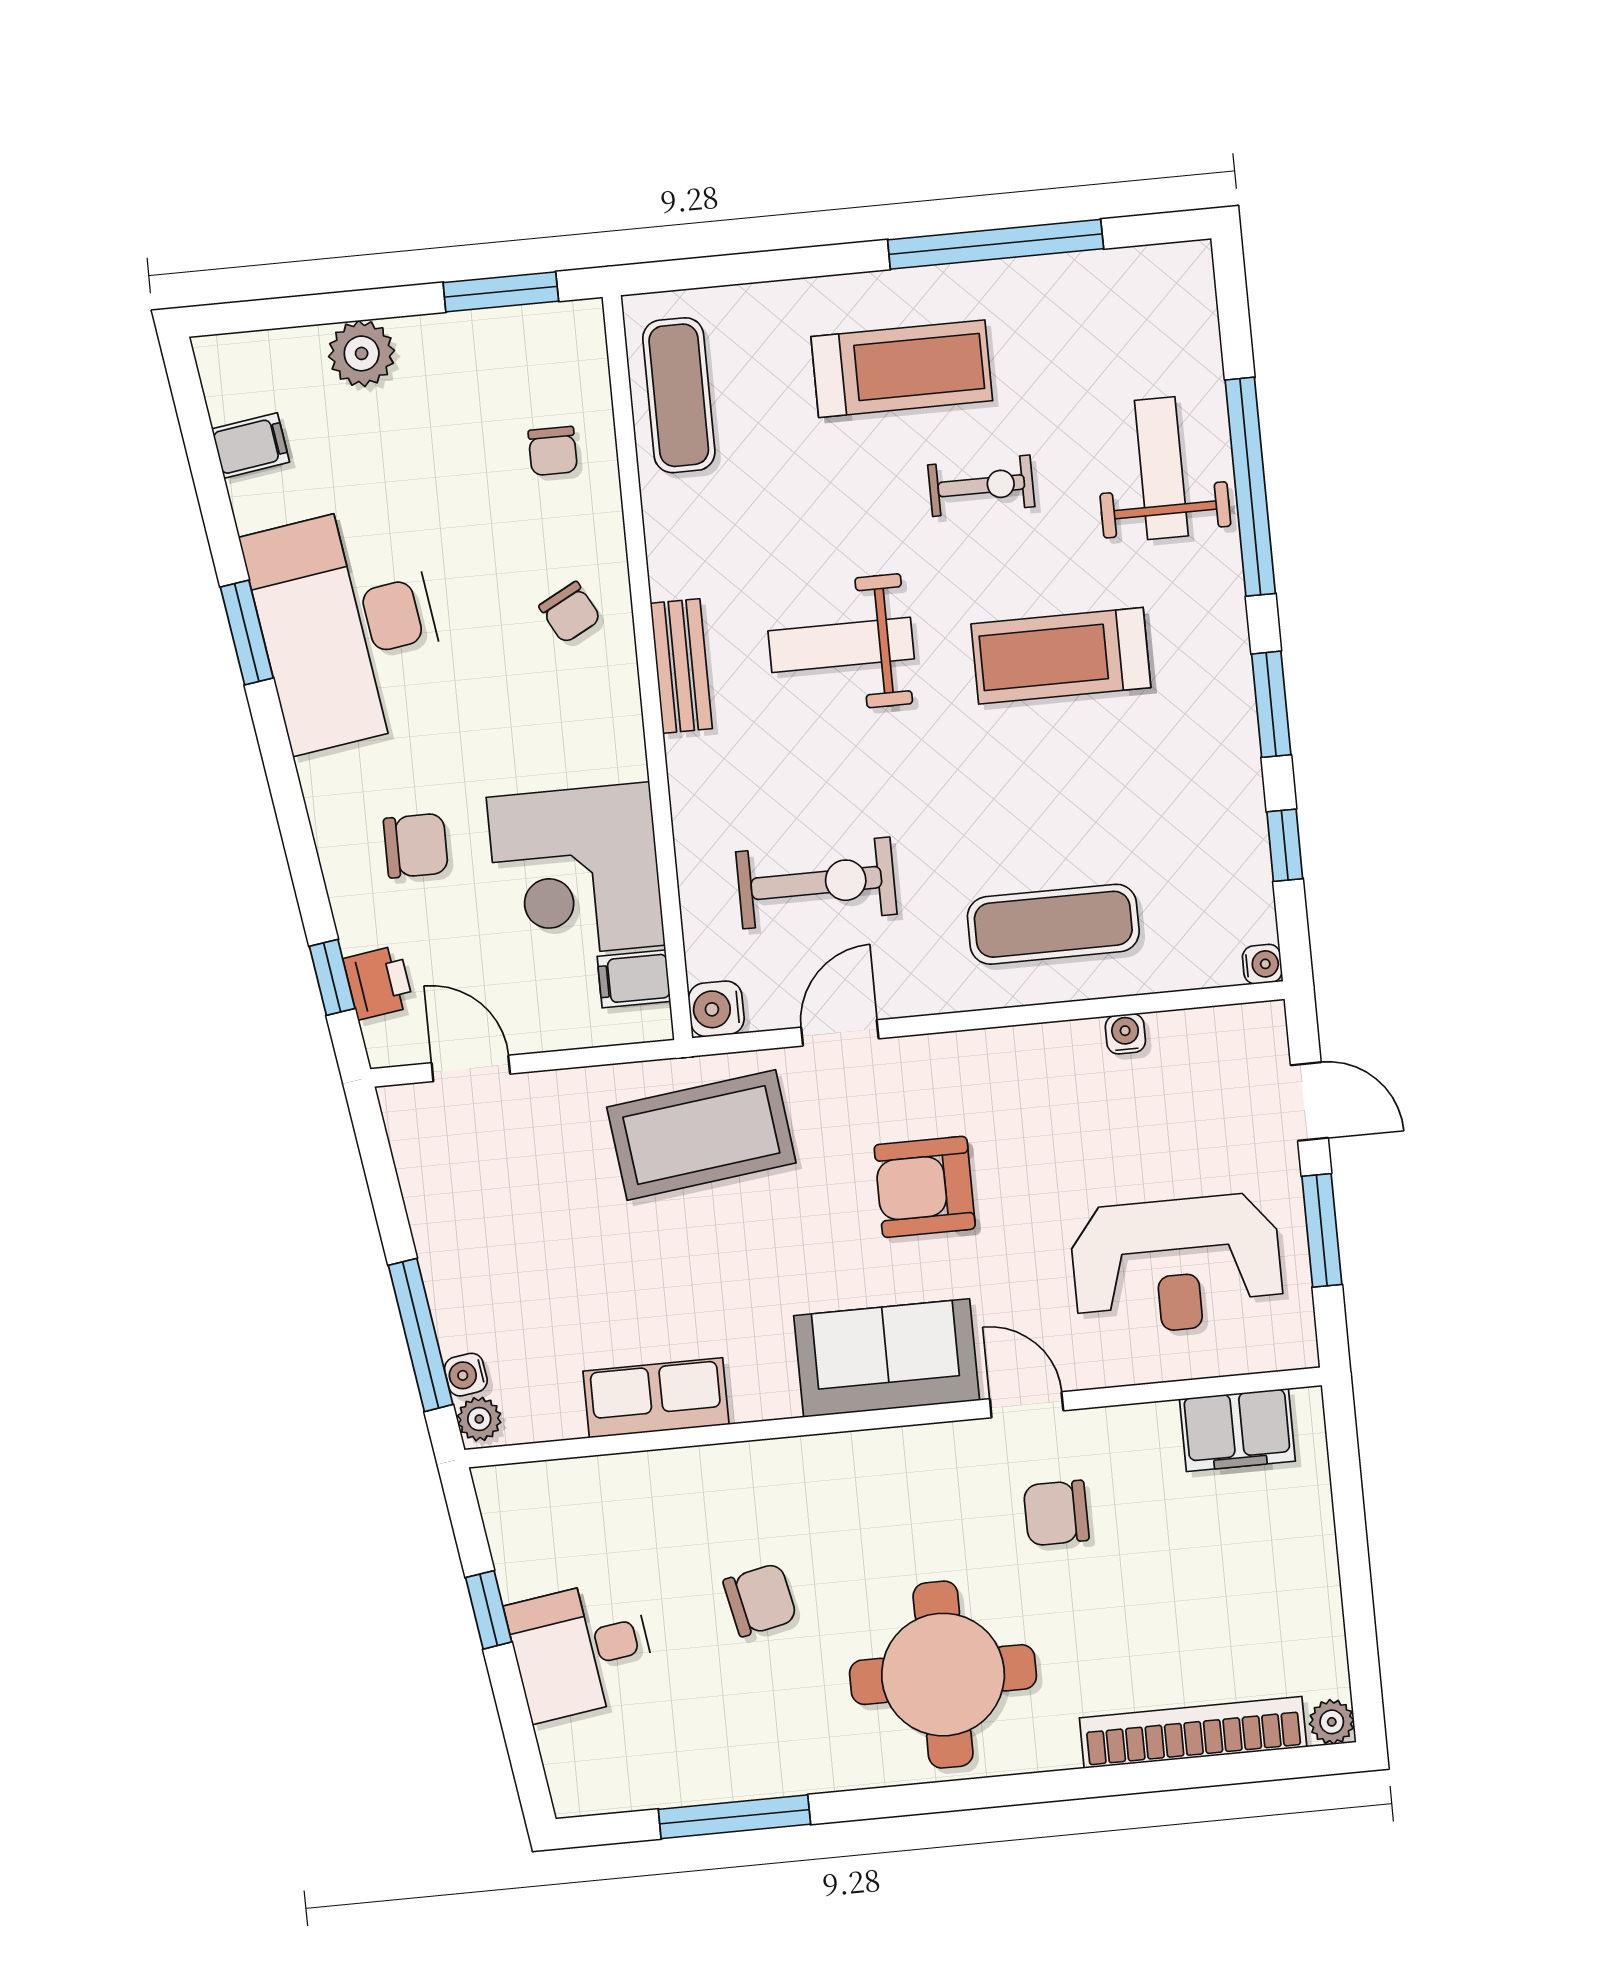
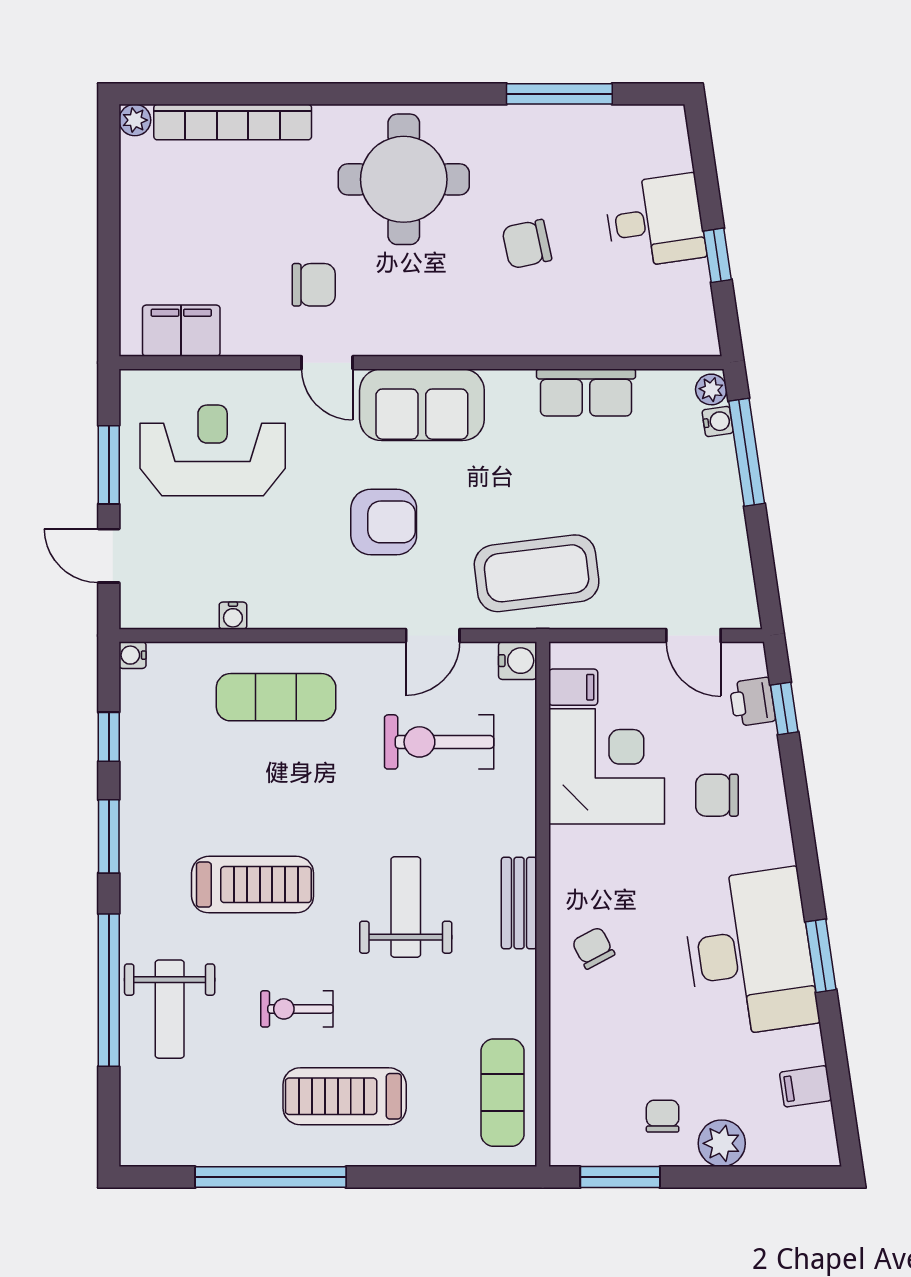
chair: (553, 451) -> (663, 1116), moved
weight bench: (841, 645) -> (406, 907), turned -90

